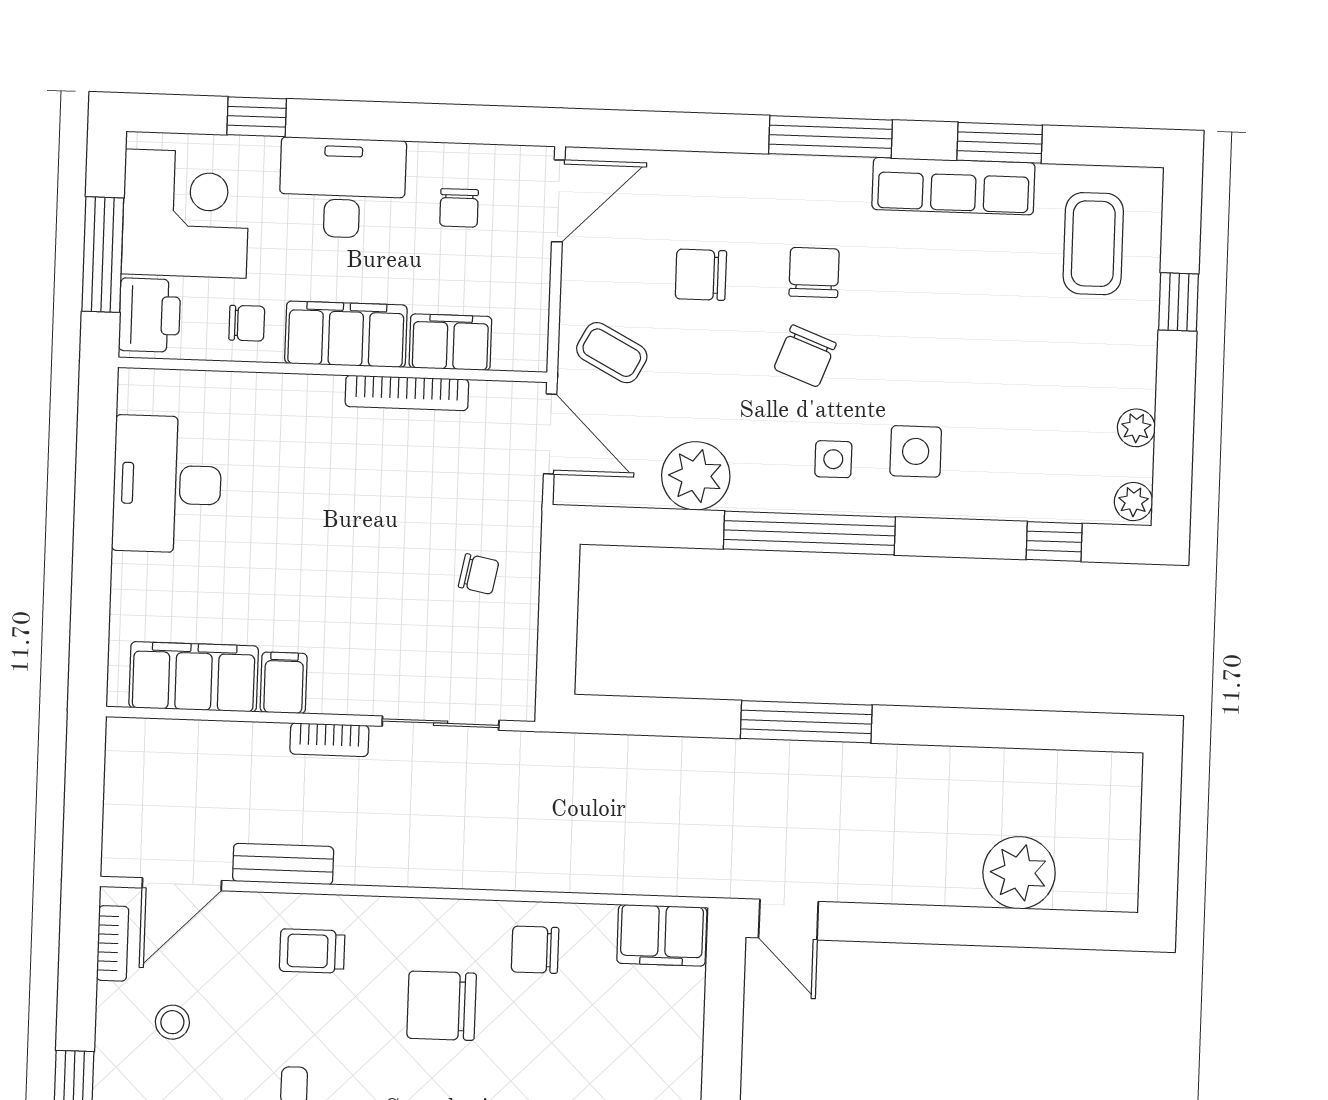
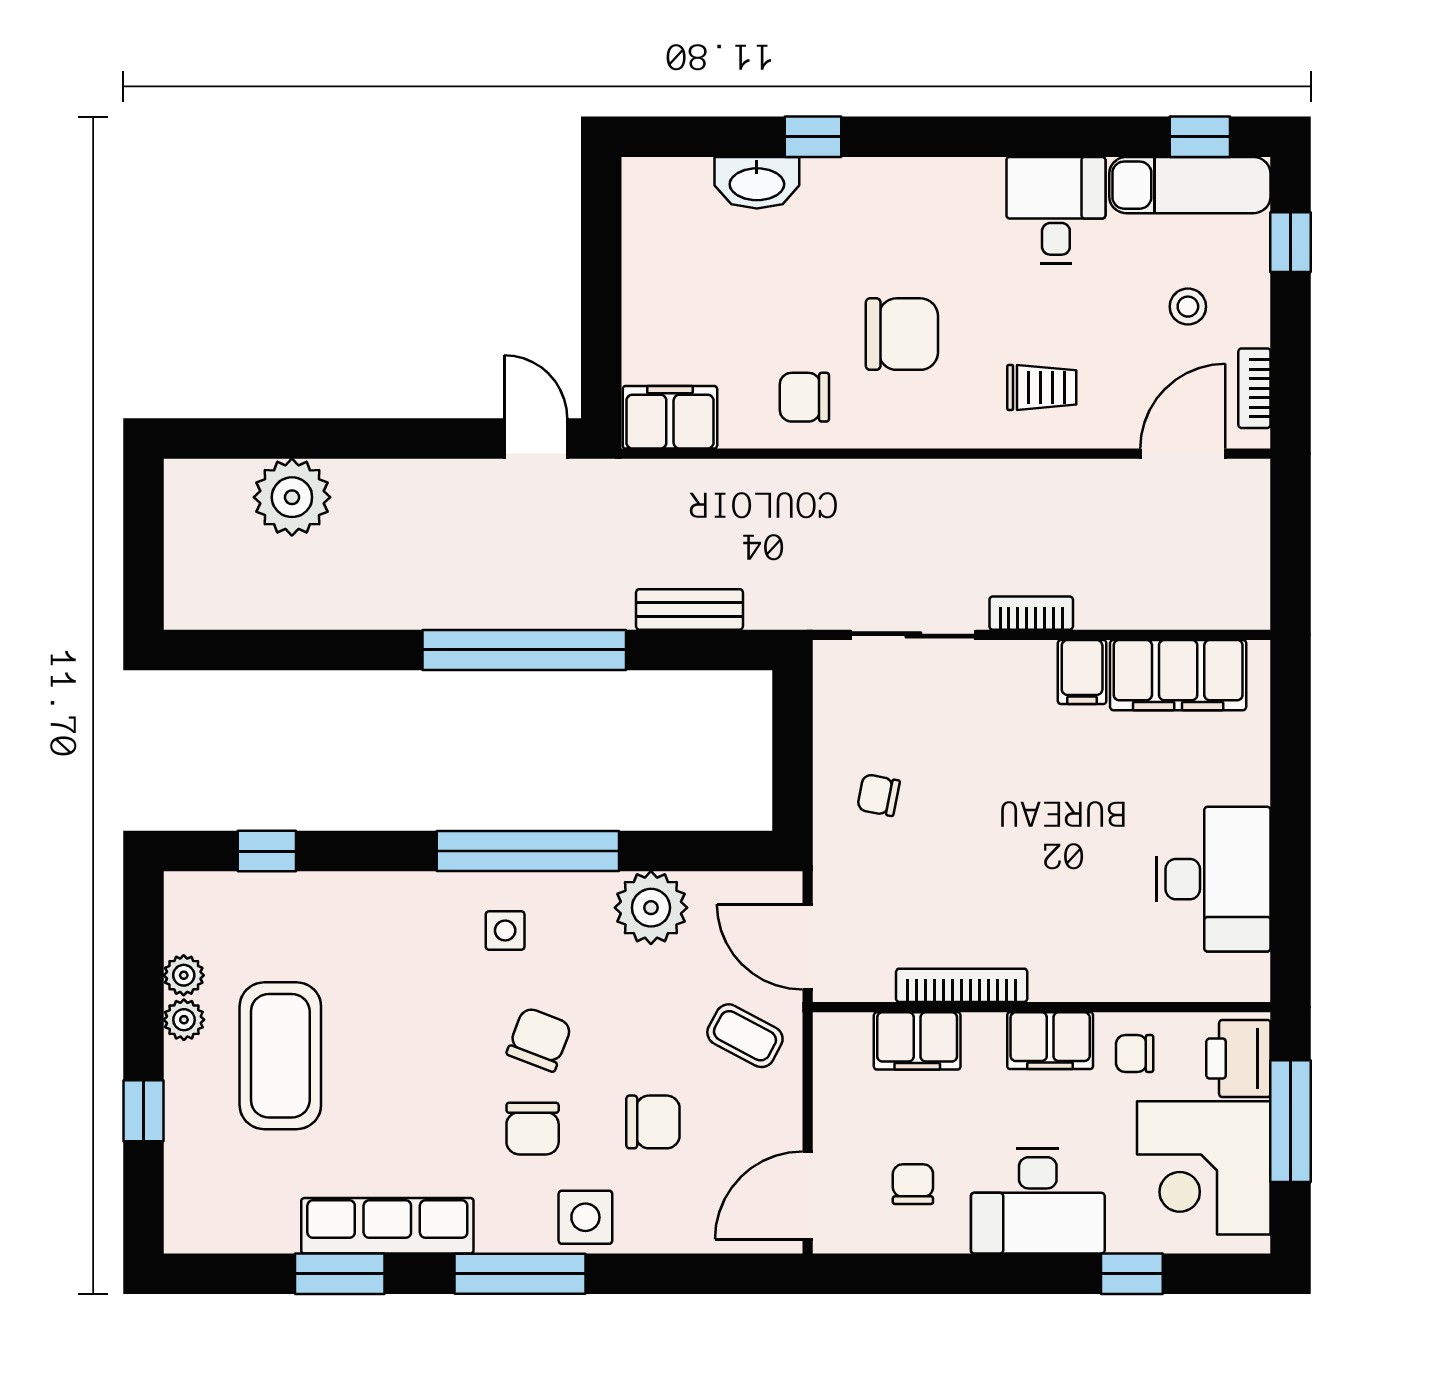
coffee table: (1093, 244) -> (280, 1056), moved, width x1.36, depth x1.32
filing cabinet: (346, 334) -> (1050, 1041), width x0.67, depth x0.86
side table: (916, 451) -> (585, 1217), moved
plant: (1133, 502) -> (184, 1020), moved
window: (806, 722) -> (524, 650), width x1.46
bench: (283, 864) -> (689, 609), moved
chair: (535, 950) -> (804, 397), turned 180

